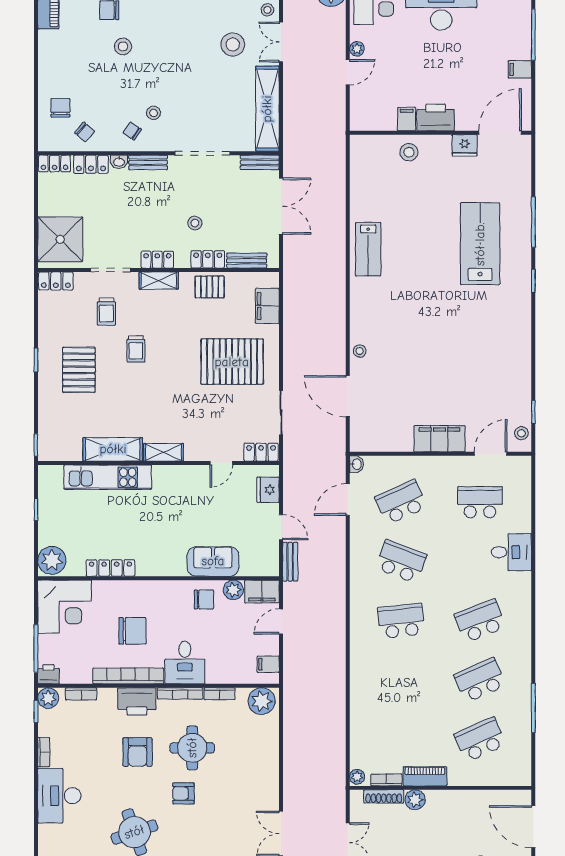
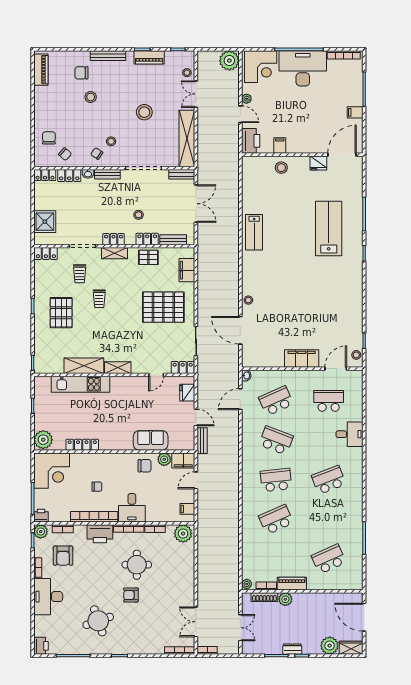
stool: (233, 44) -> (144, 112), moved
door: (348, 72) -> (240, 114), hinge flipped
printer: (436, 117) -> (251, 141), moved, turned 90
shower: (60, 239) -> (45, 222), width x0.73, depth x0.73
chair: (132, 631) -> (97, 487), width x0.54, depth x0.54
school desk: (480, 680) -> (276, 520), moved
armchair: (137, 752) -> (63, 556), moved

